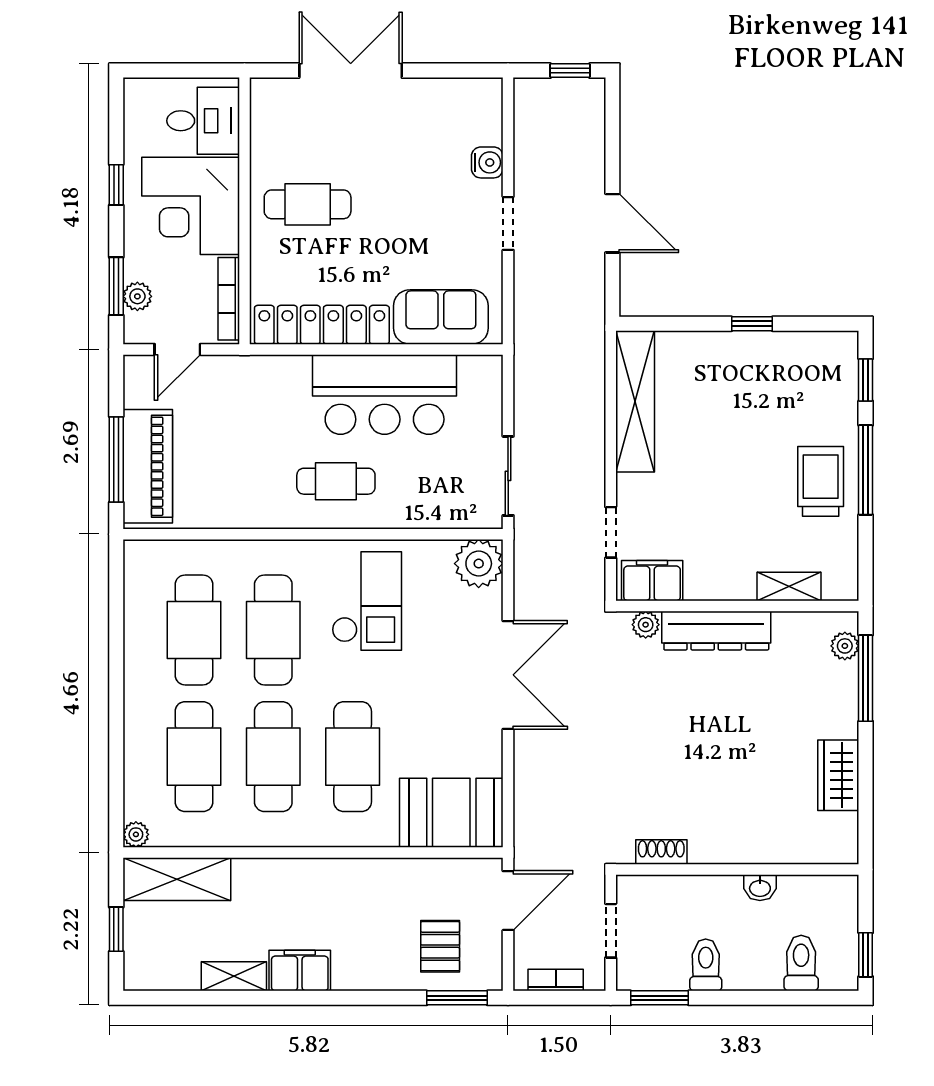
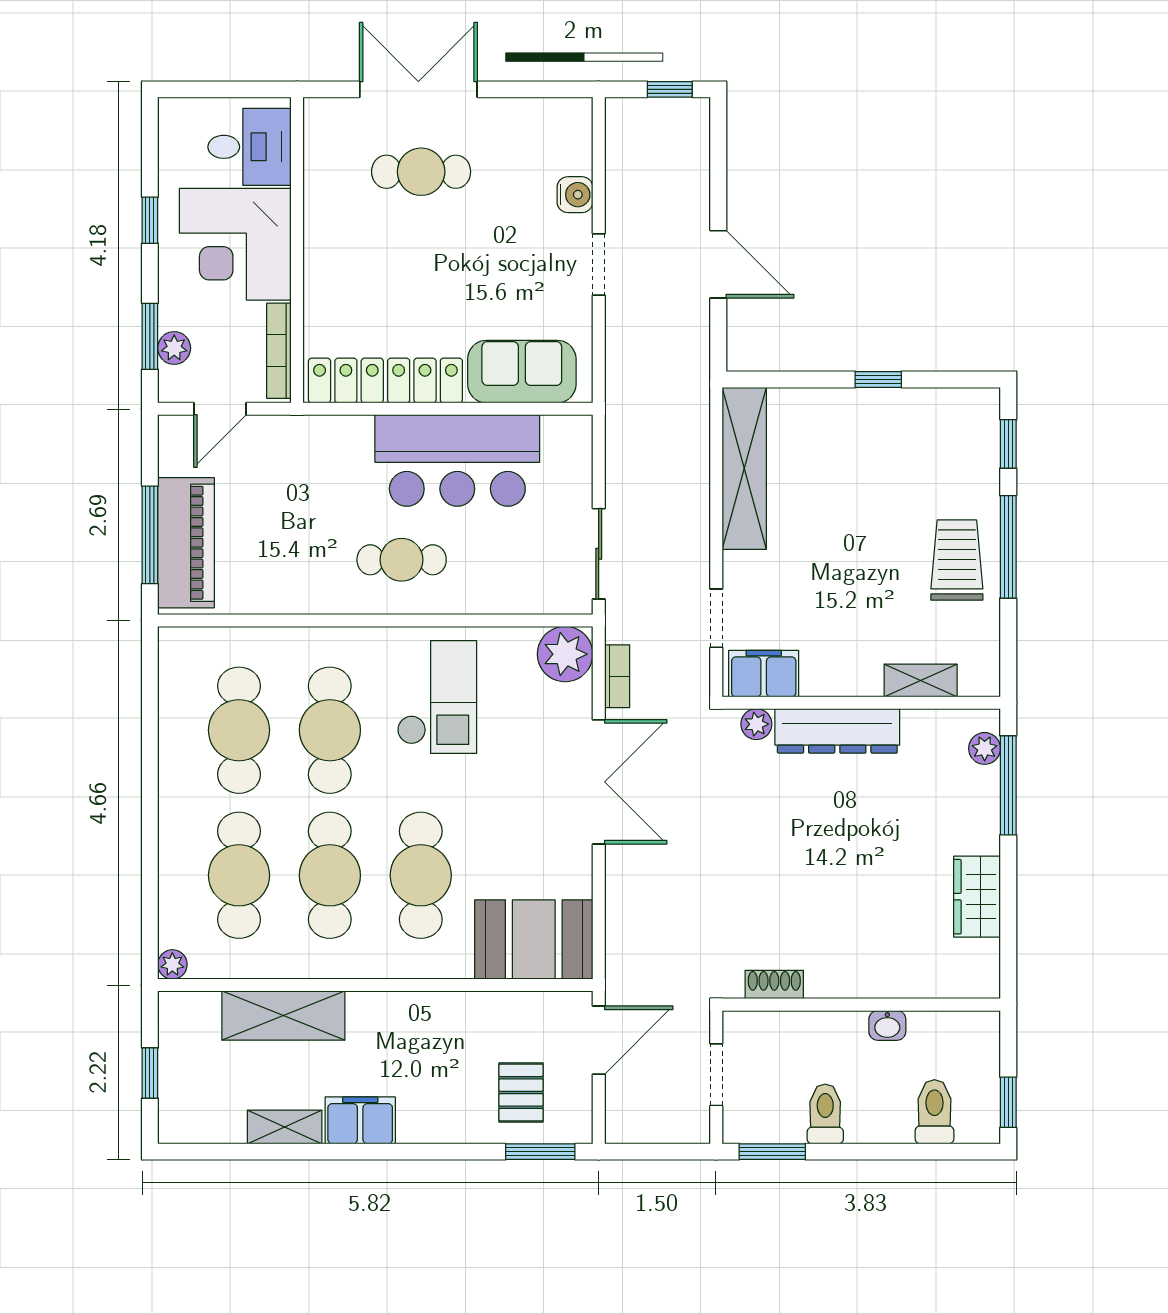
cafe table: (308, 204) -> (421, 172), moved
shelving: (177, 879) -> (283, 1016), moved
bookcase: (556, 980) -> (617, 676), moved, turned 90

